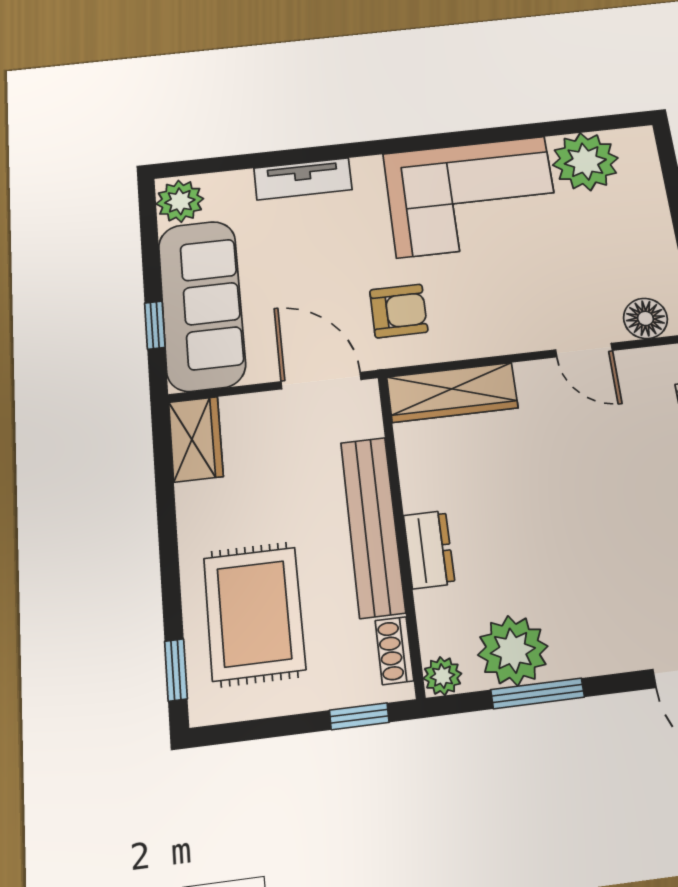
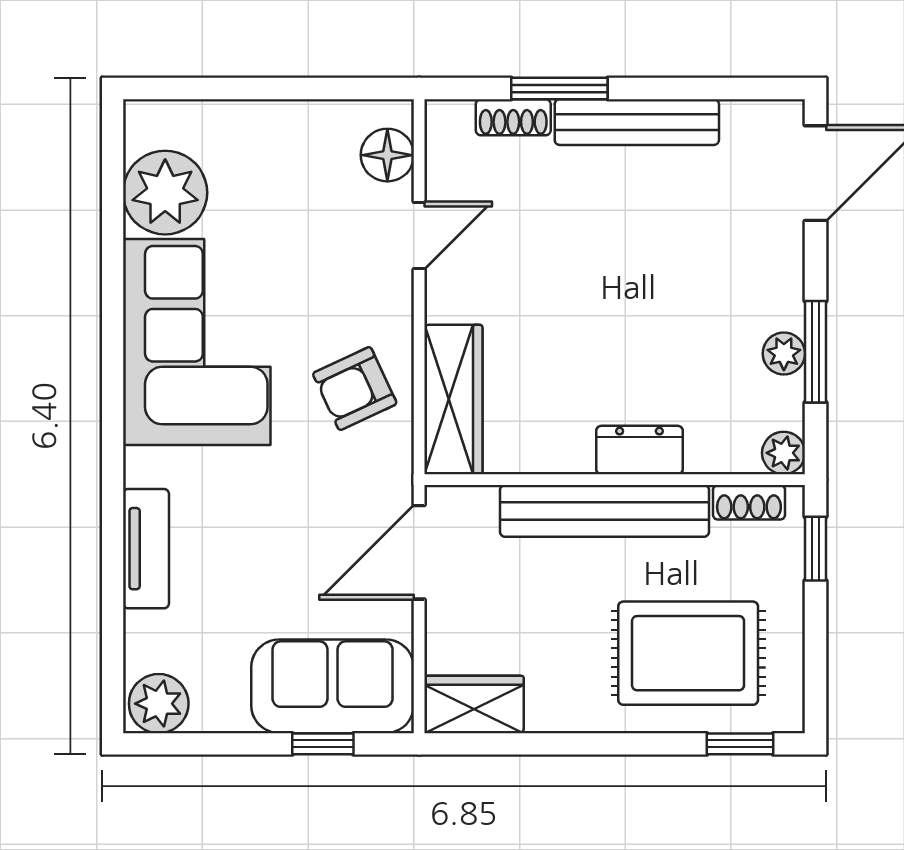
sofa: (202, 305) -> (333, 686), width x0.73
armchair: (399, 311) -> (355, 389), moved, turned -115
plant: (513, 651) -> (784, 354), width x0.53, depth x0.53

